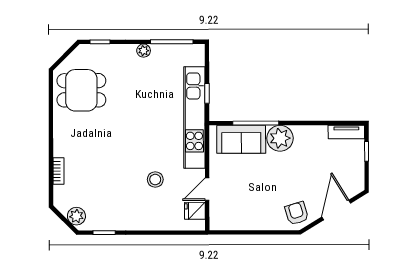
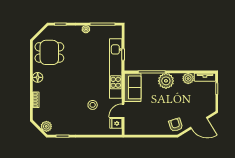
floor lamp: (62, 133) -> (38, 77), added
plant: (318, 134) -> (188, 78), added
sofa: (241, 139) -> (133, 87), moved, turned -90
door: (336, 210) -> (199, 123), swing flipped

